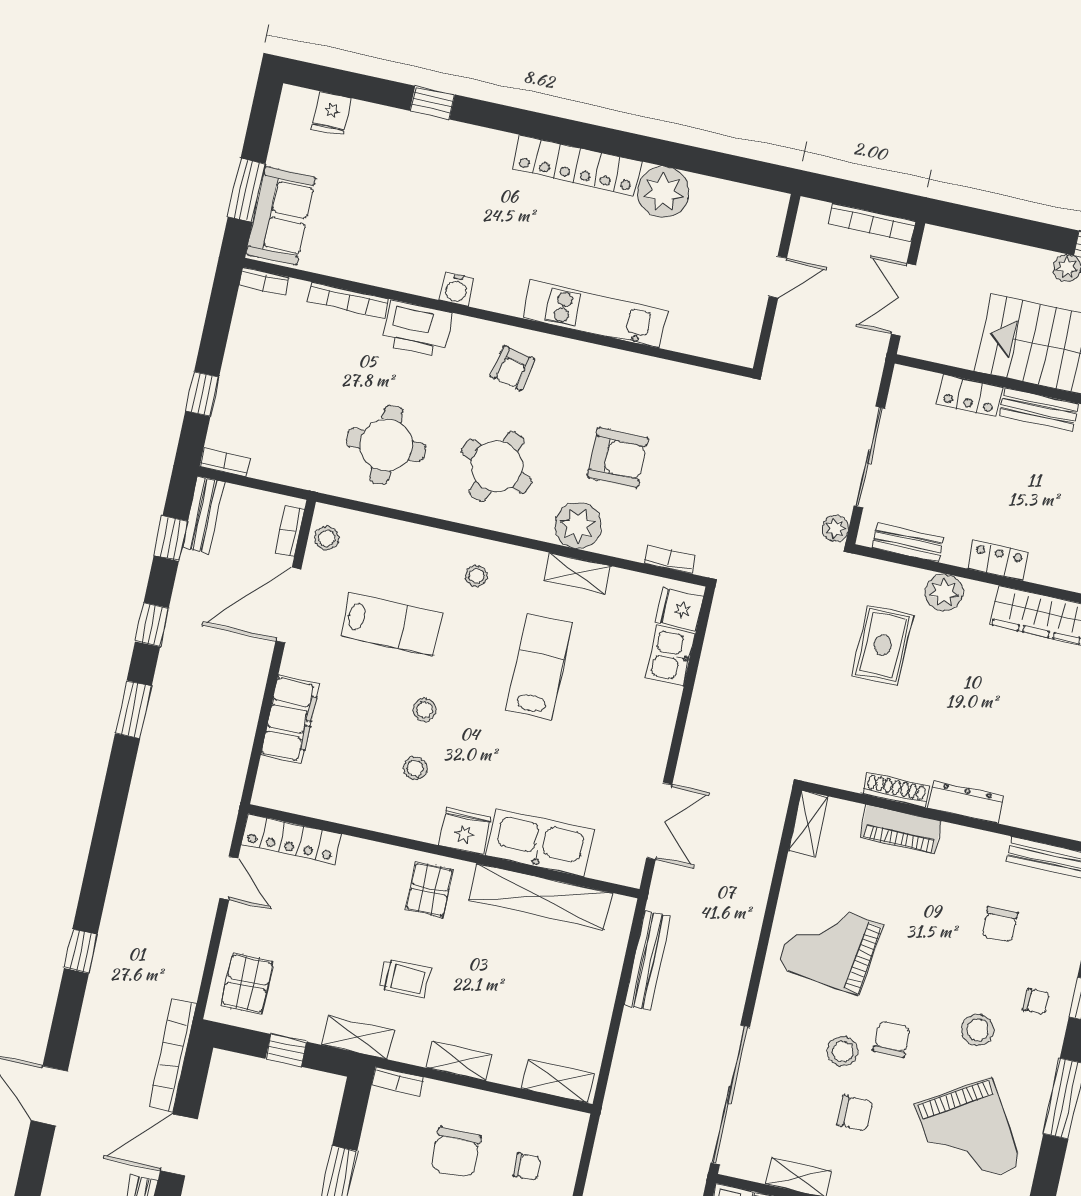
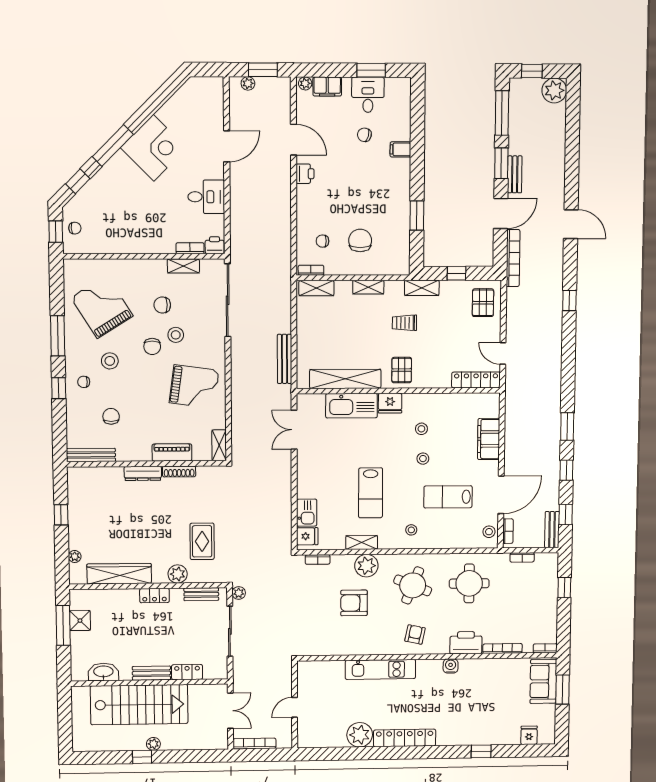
bookcase: (225, 462) -> (522, 557), moved
bookcase: (397, 1081) -> (311, 270), moved

